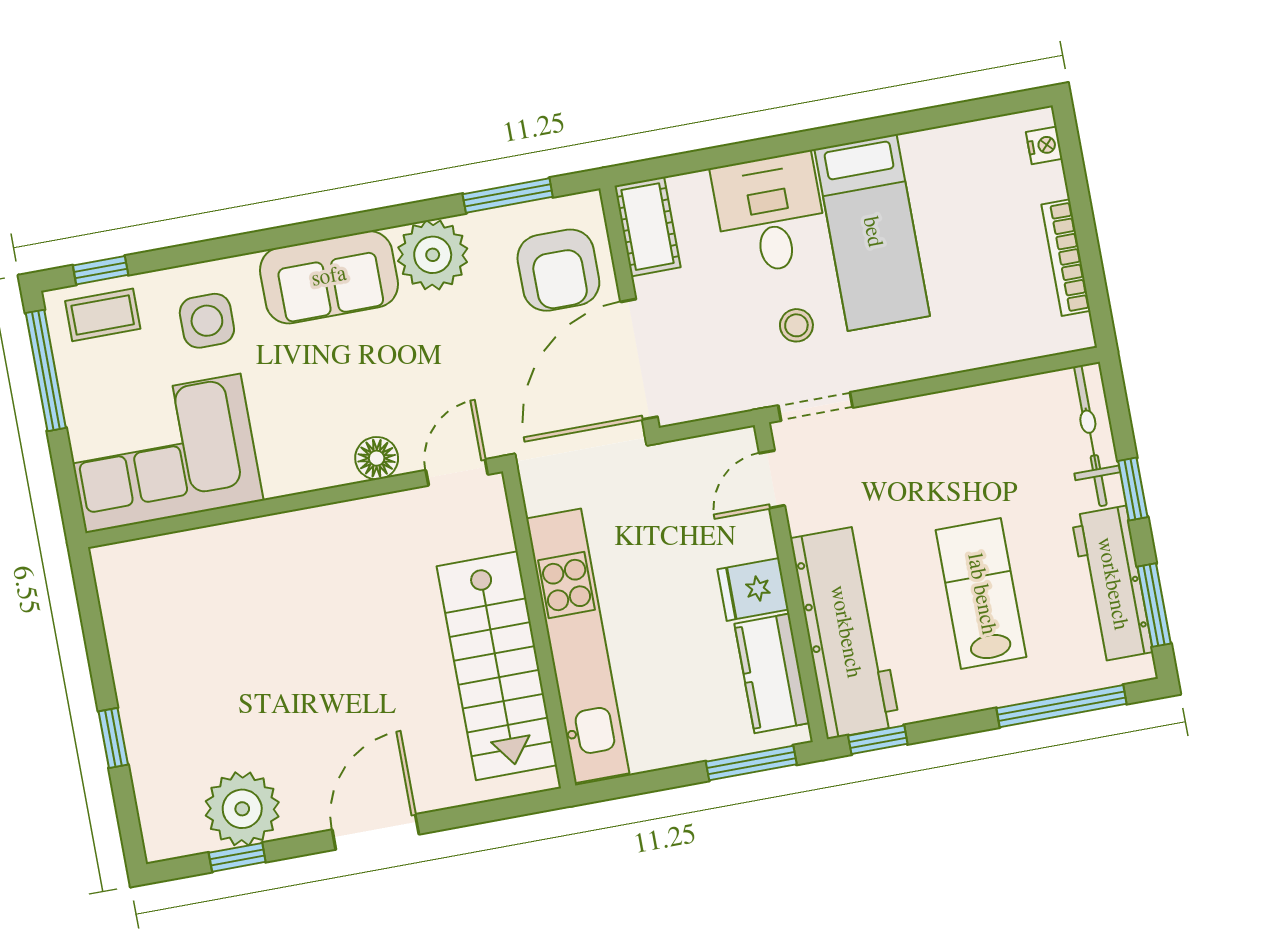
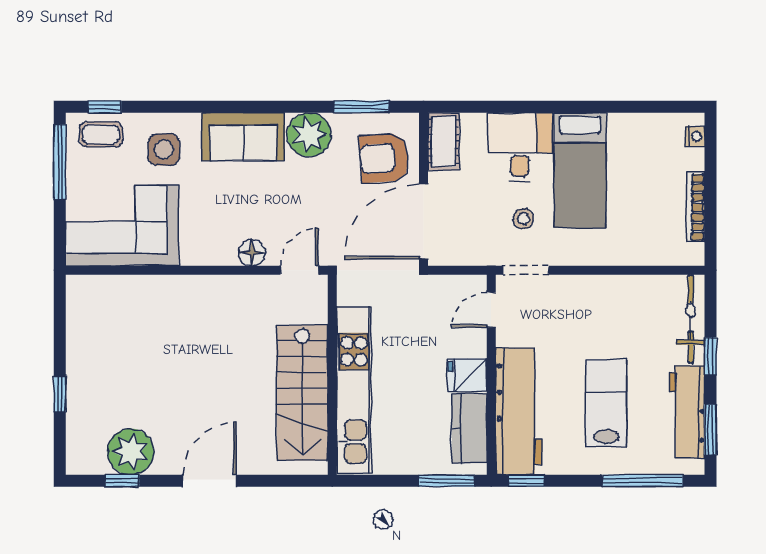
armchair: (558, 270) -> (384, 158), turned 86

